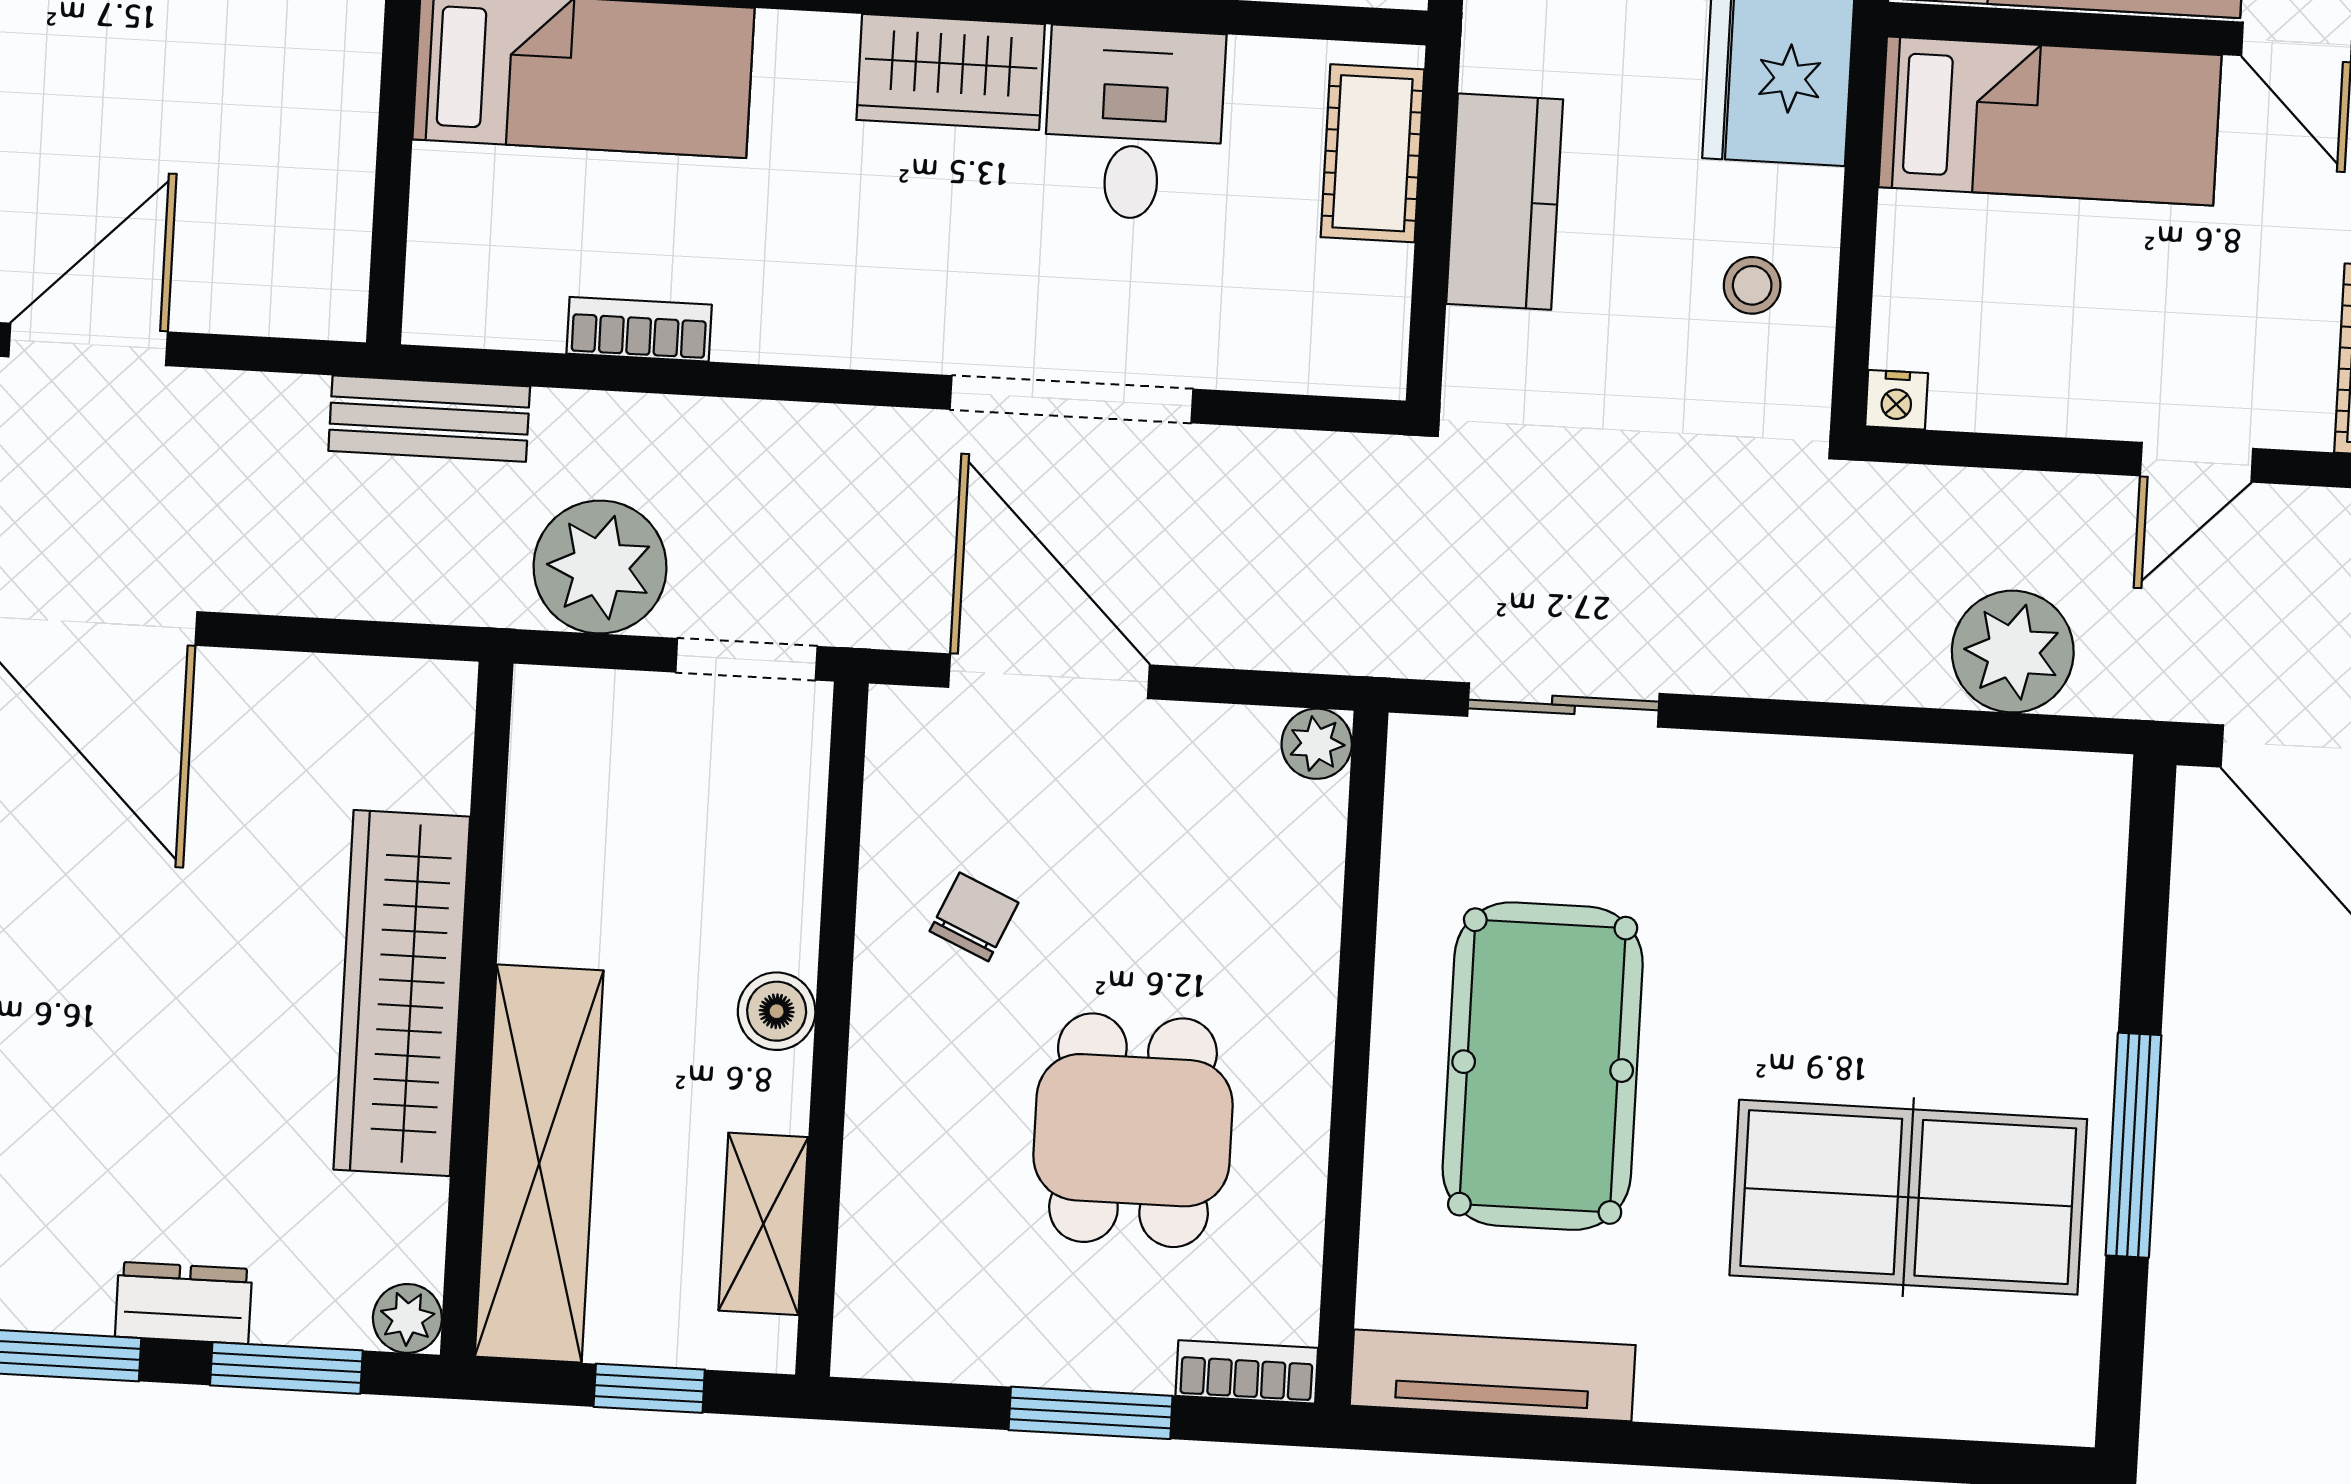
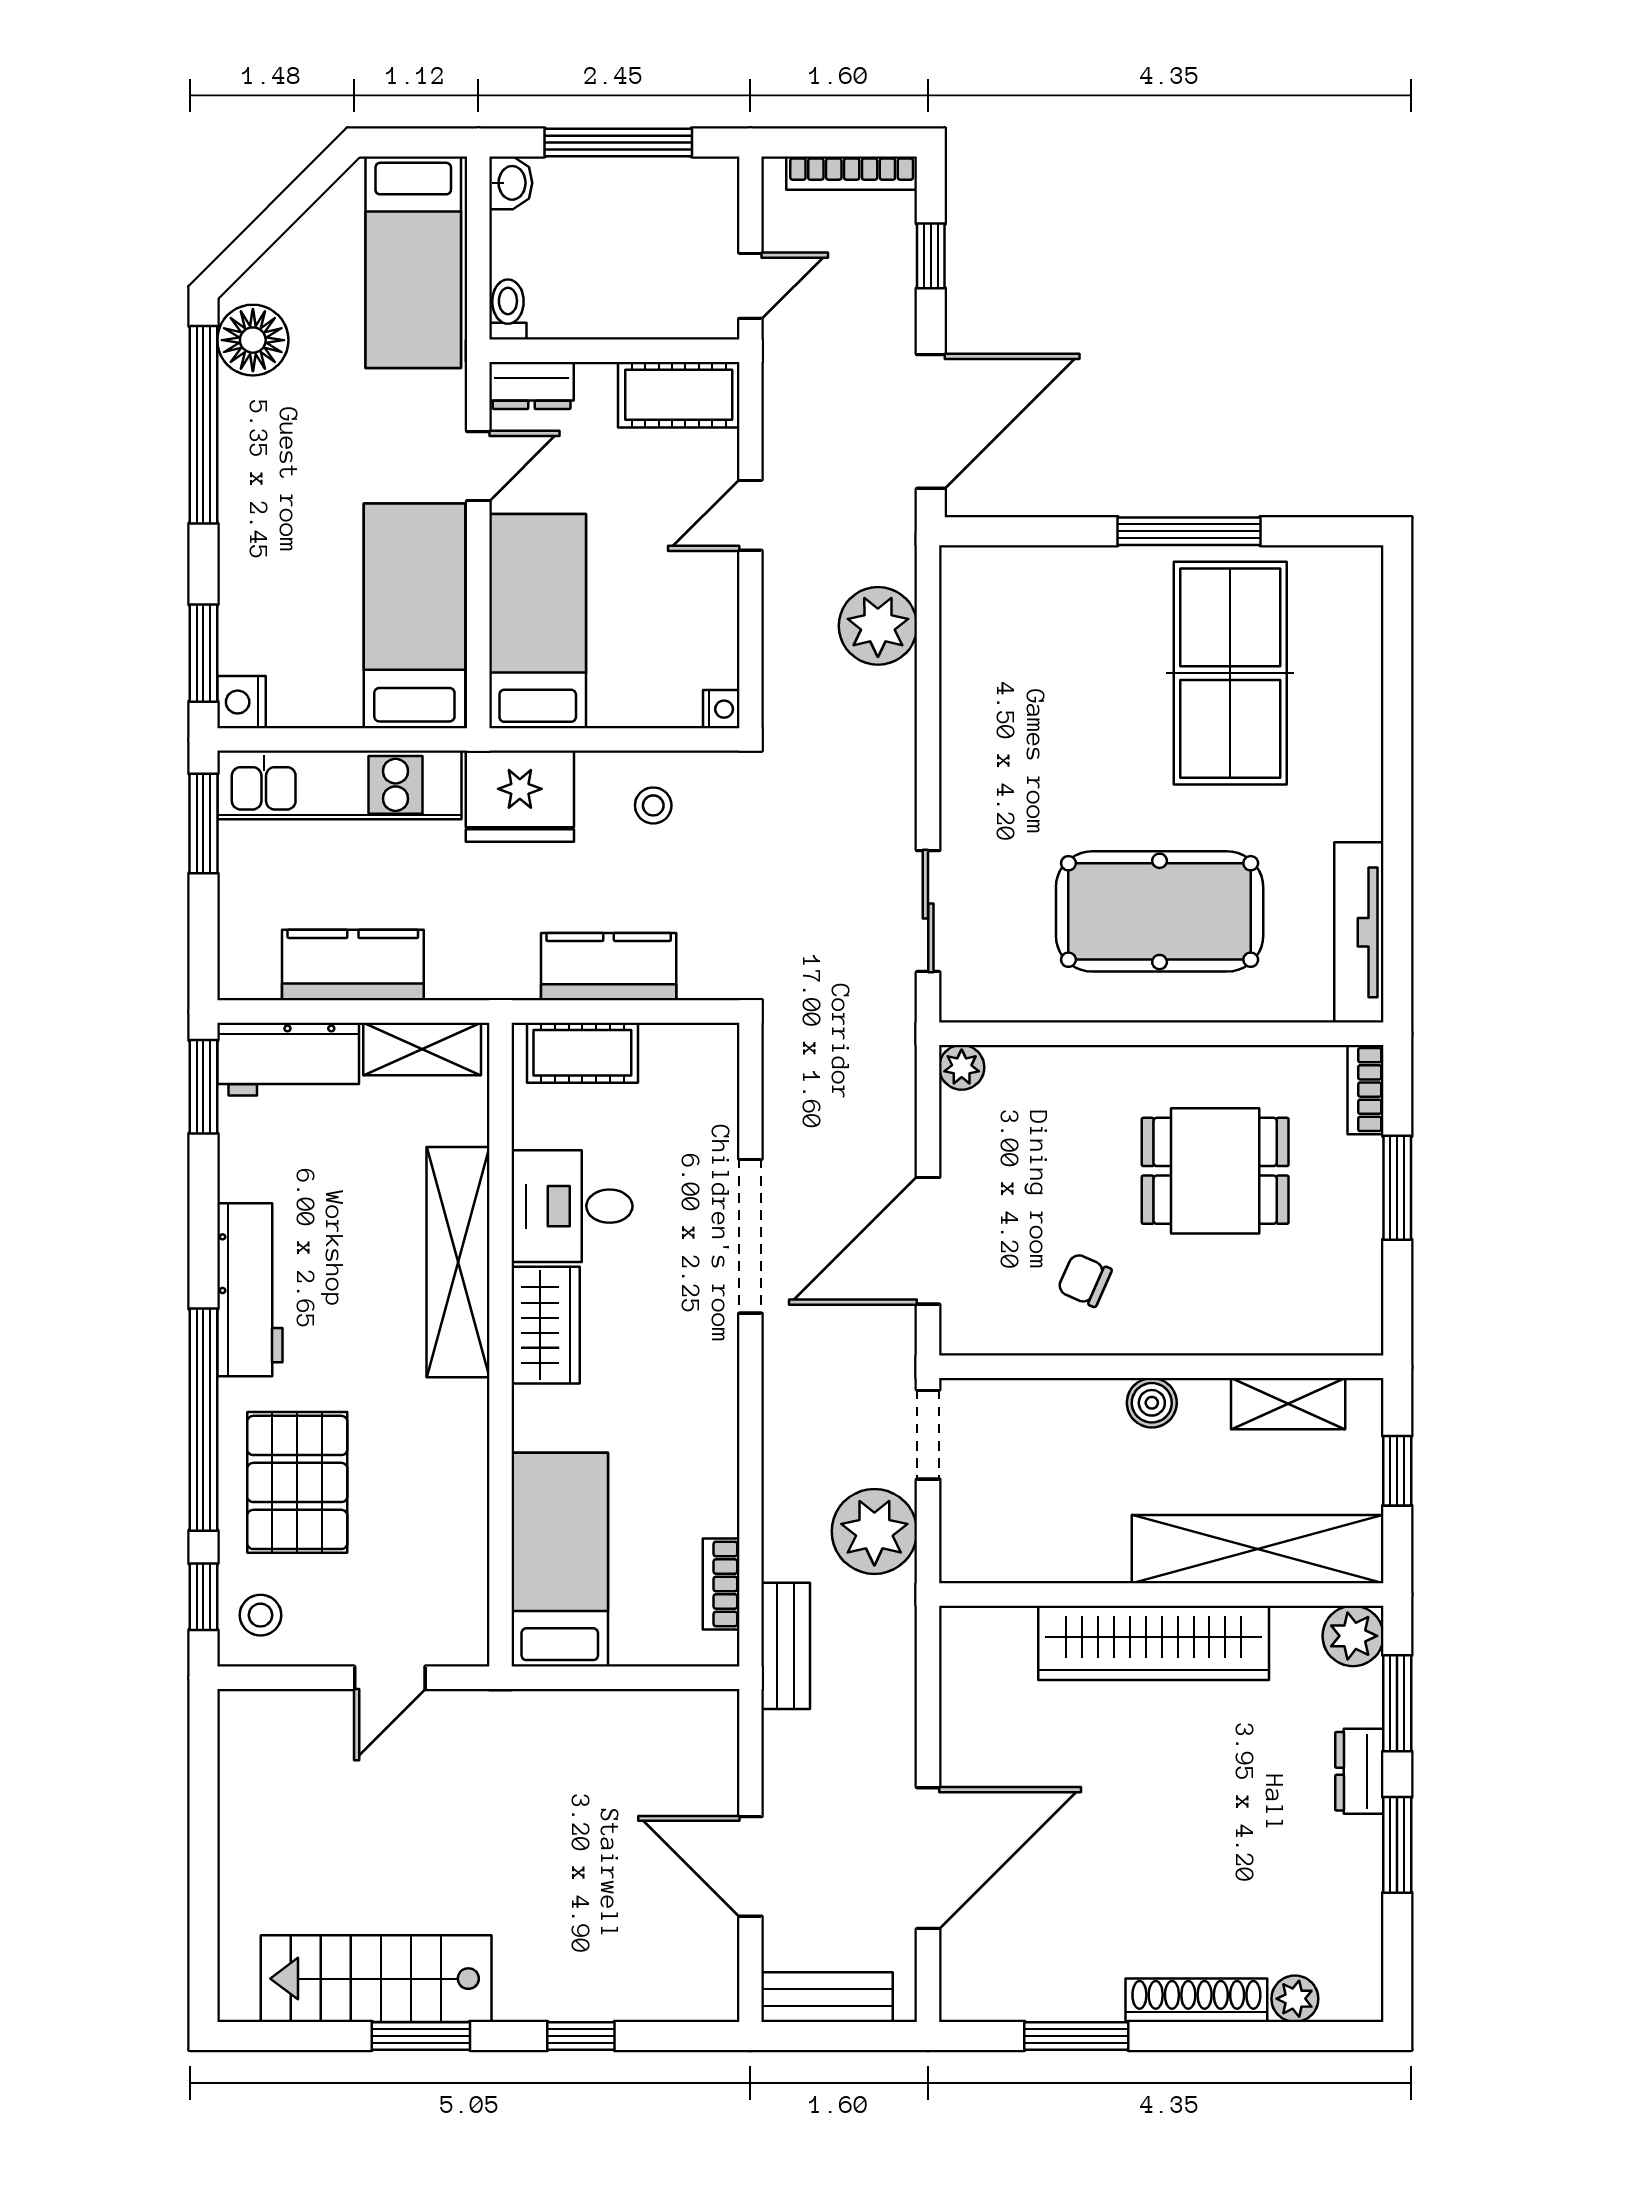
bookcase: (639, 329) -> (721, 1584), moved
door: (2197, 462) -> (750, 515), swing flipped
plant: (407, 1318) -> (1353, 1636), width x1.38, depth x1.38

